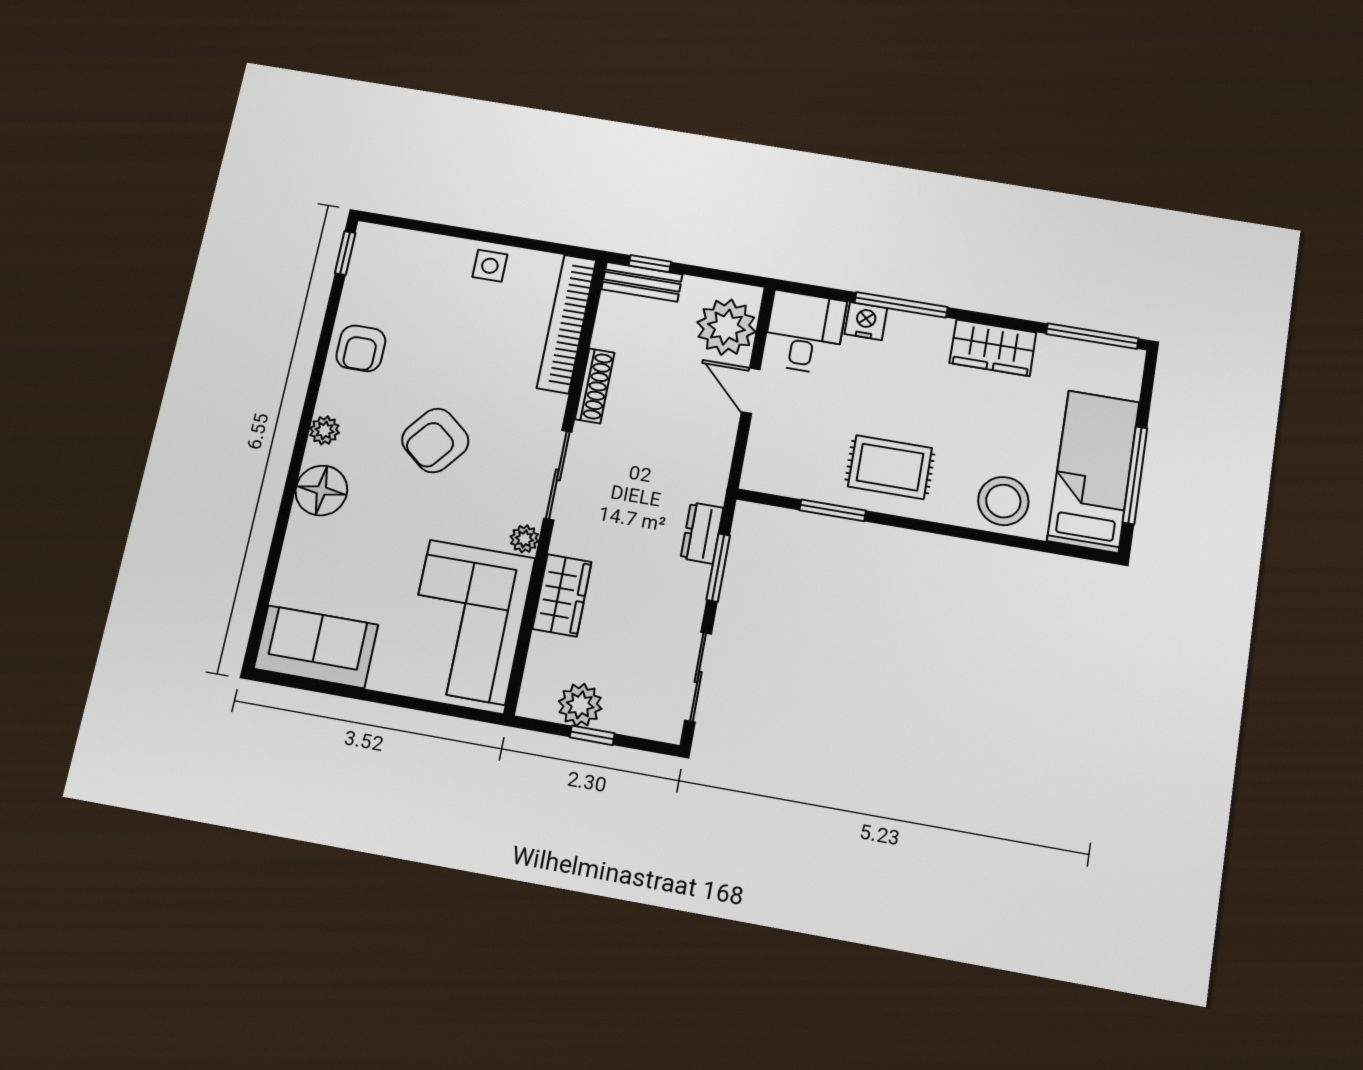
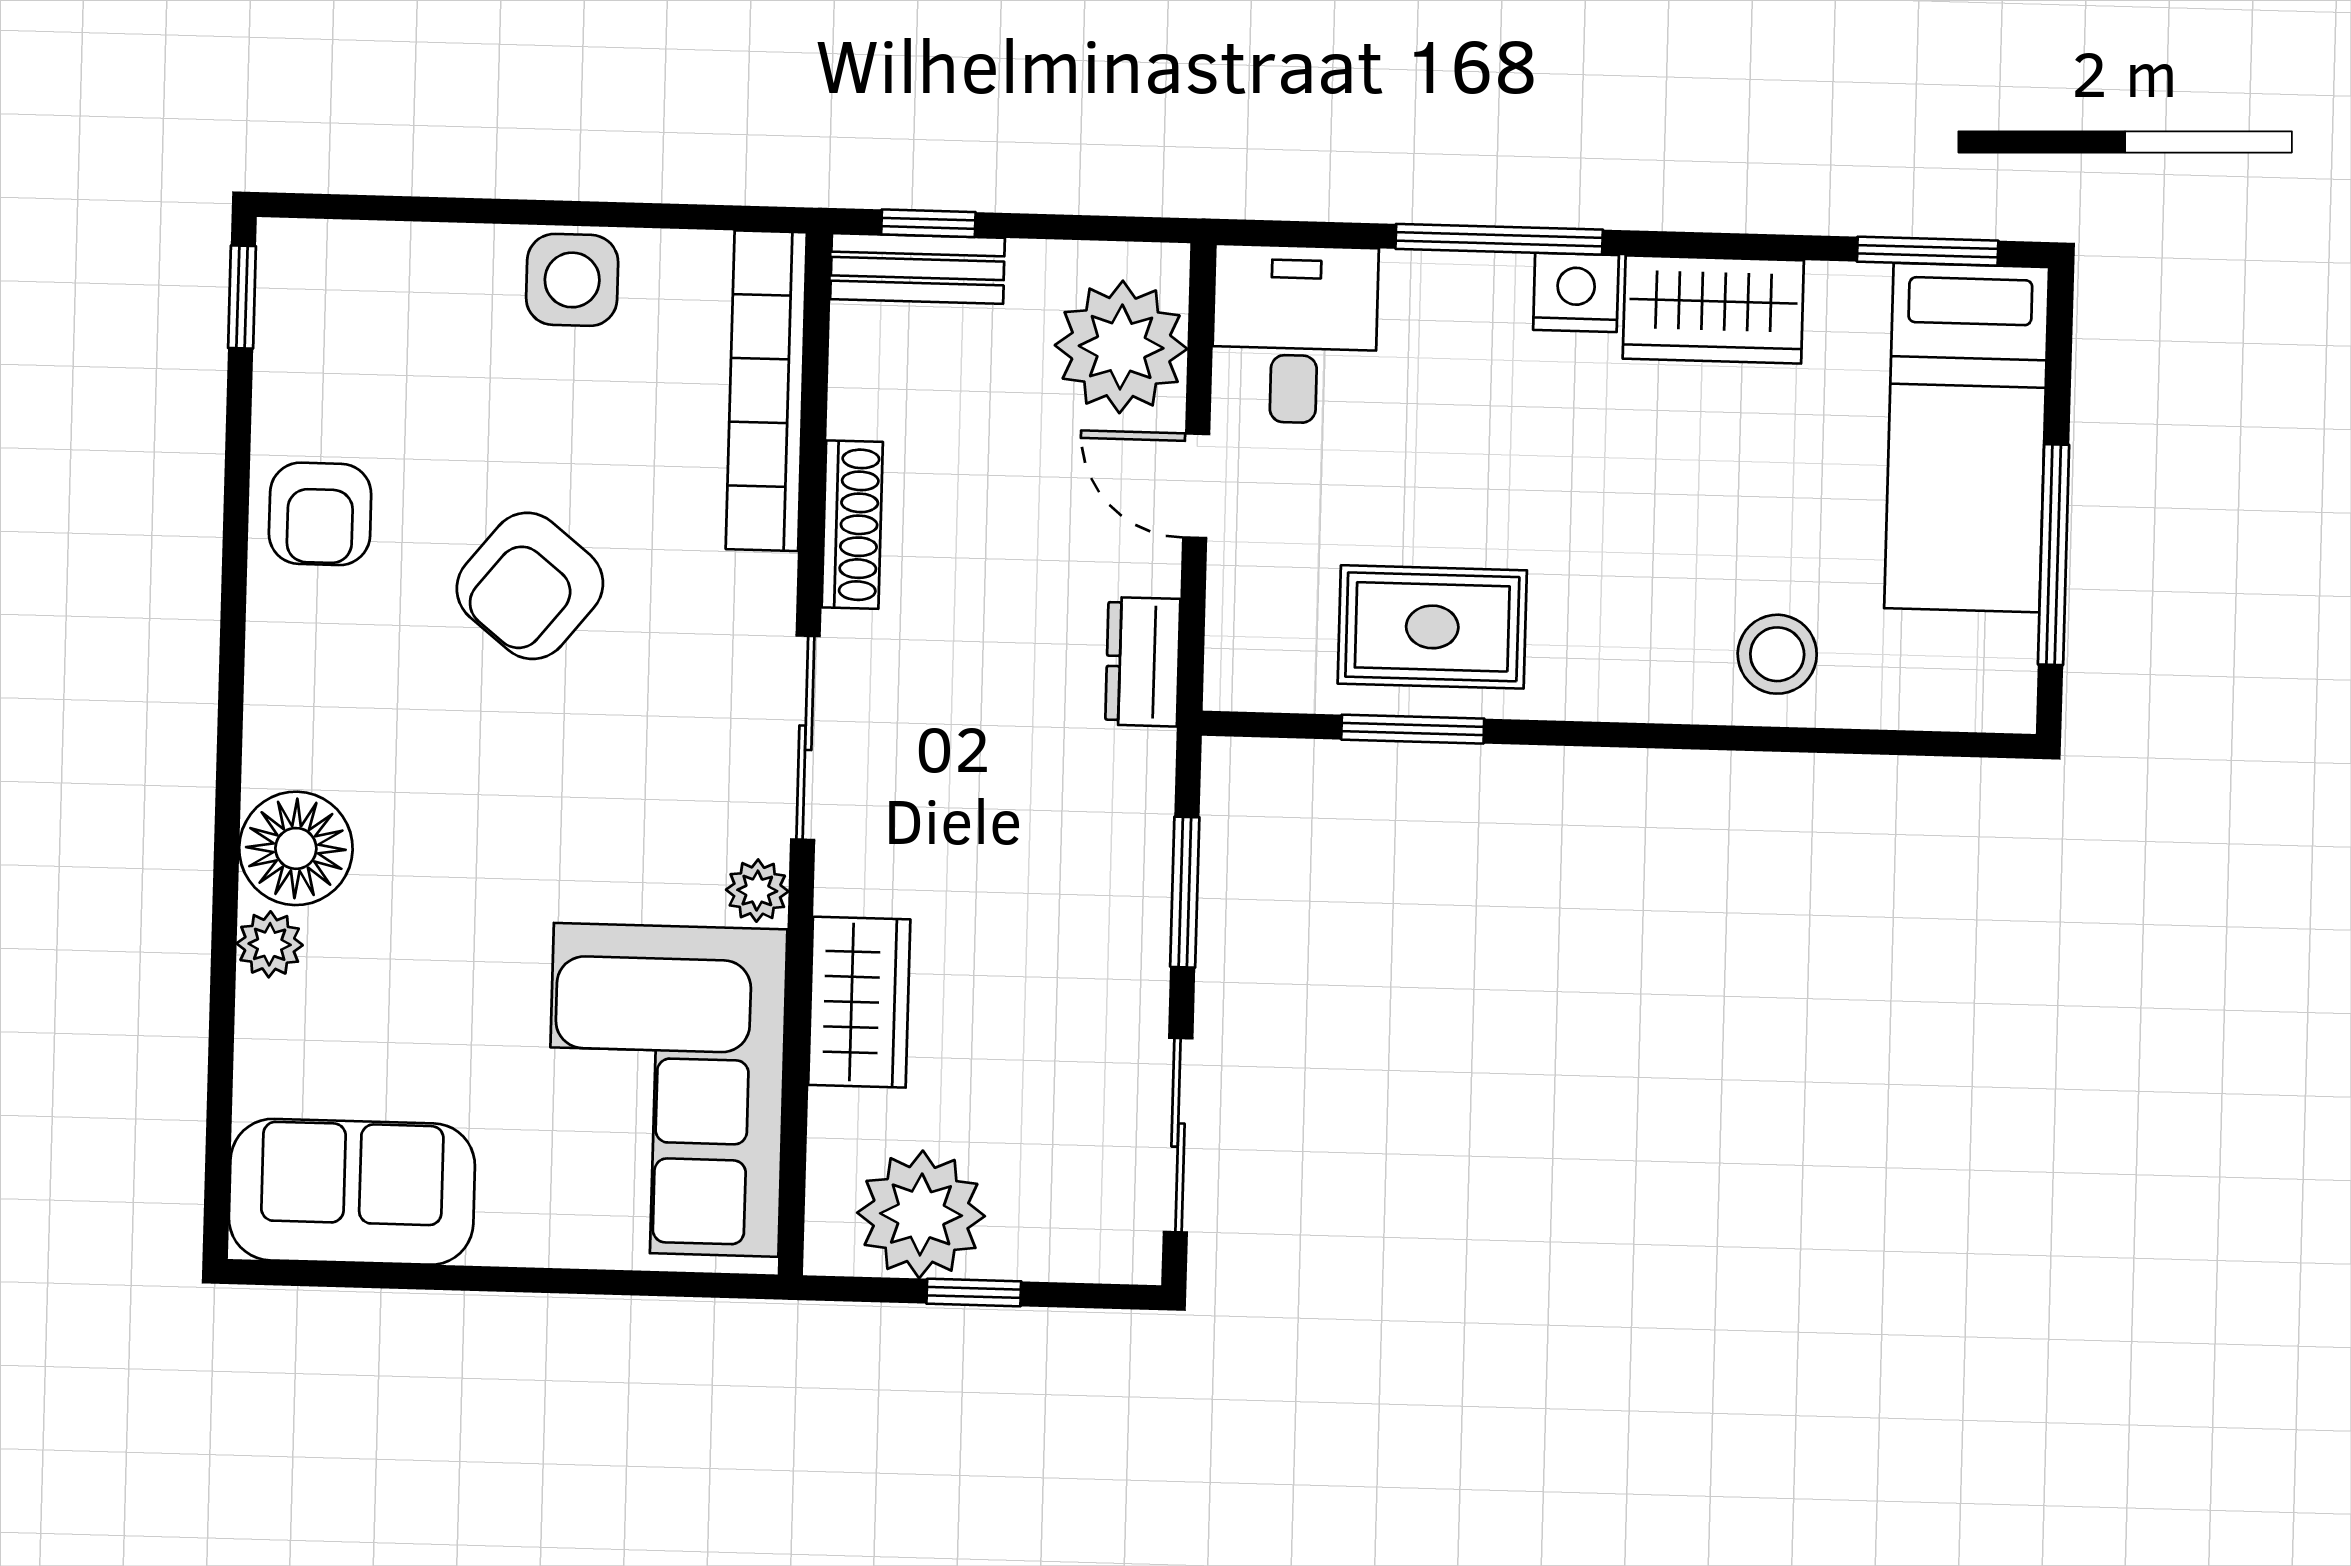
side table: (490, 266) -> (572, 280), width x1.37, depth x1.37
nightstand: (866, 321) -> (1576, 292), moved
window: (1092, 336) -> (1928, 251), width x0.69
plant: (324, 430) -> (270, 944), moved
armchair: (435, 440) -> (530, 586), moved
rug: (890, 467) -> (1432, 627), moved
bed: (1093, 471) -> (1967, 438), moved, turned 180
stool: (1003, 501) -> (1777, 654), width x0.73, depth x0.73
dresser: (702, 533) -> (1143, 662), moved
plant: (580, 705) -> (921, 1214), width x1.36, depth x1.36

